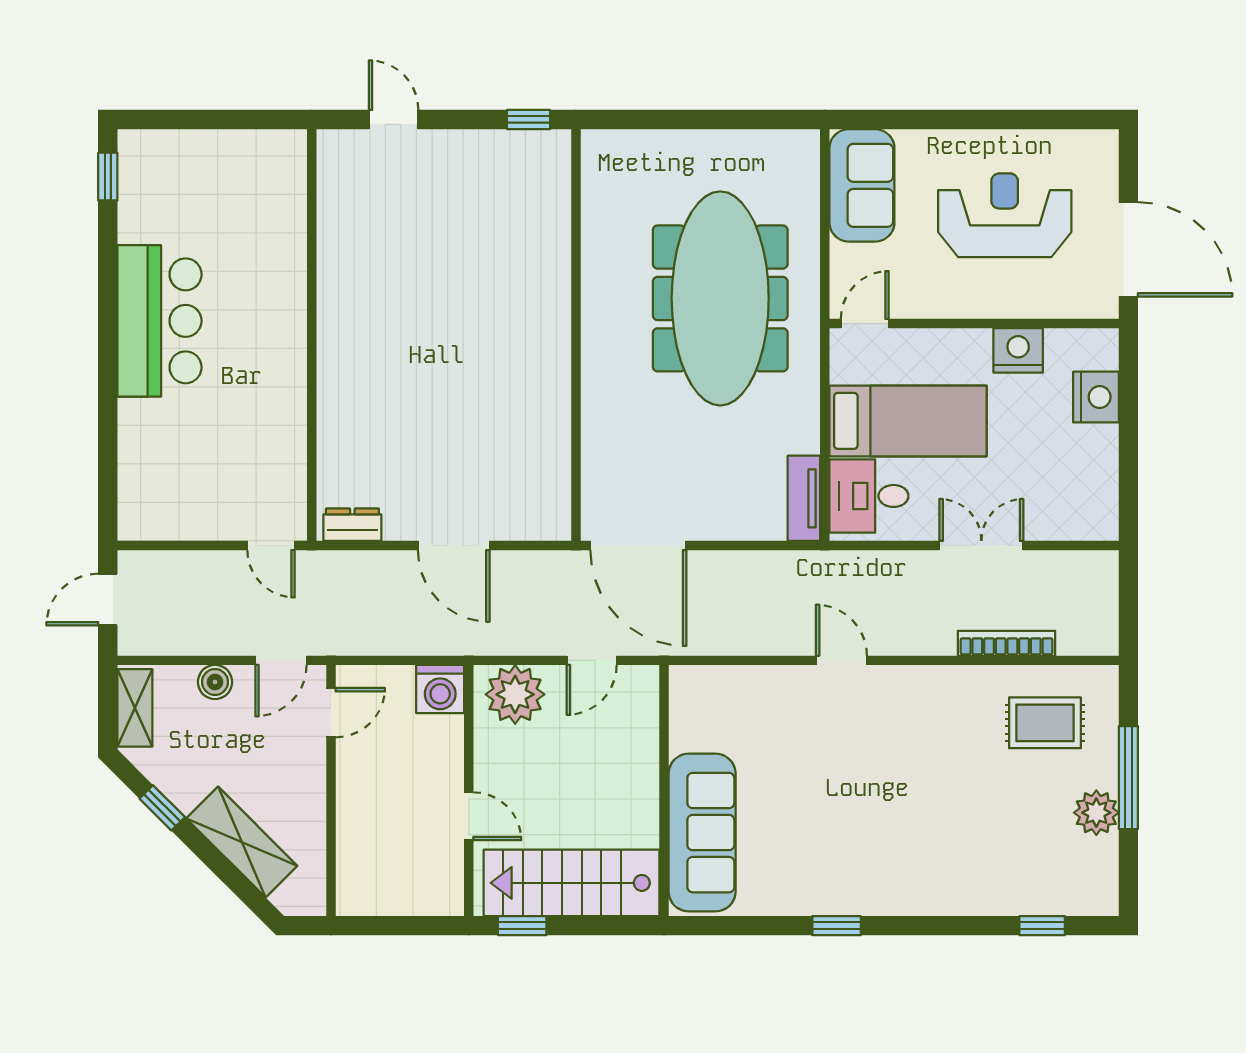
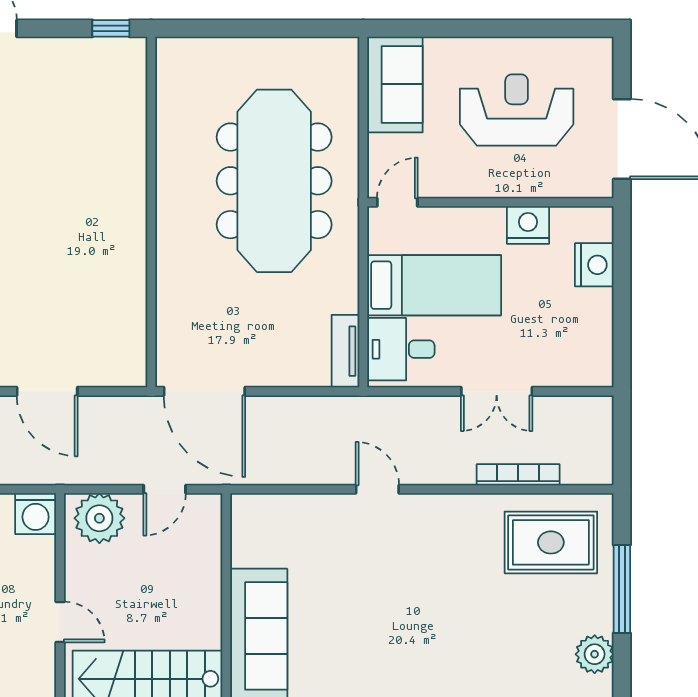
double door: (981, 546) -> (497, 391), swing flipped
rug: (1045, 723) -> (551, 542), width x1.36, depth x1.43
plant: (1096, 813) -> (595, 654), moved

